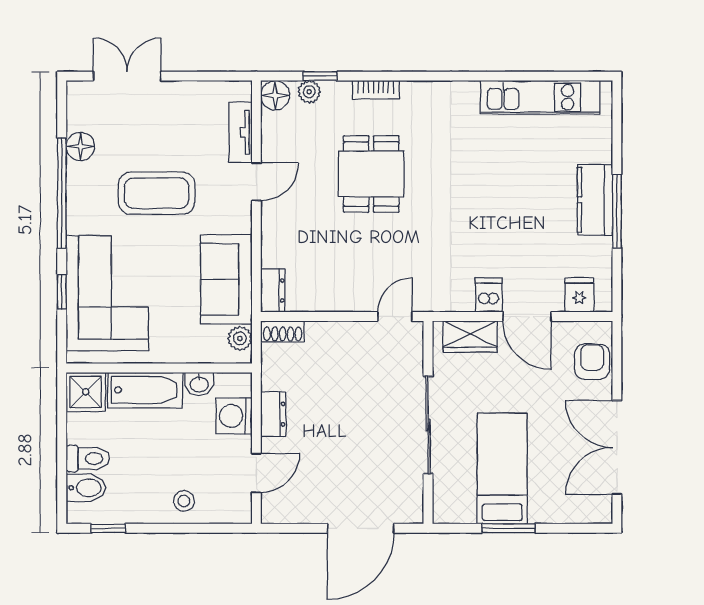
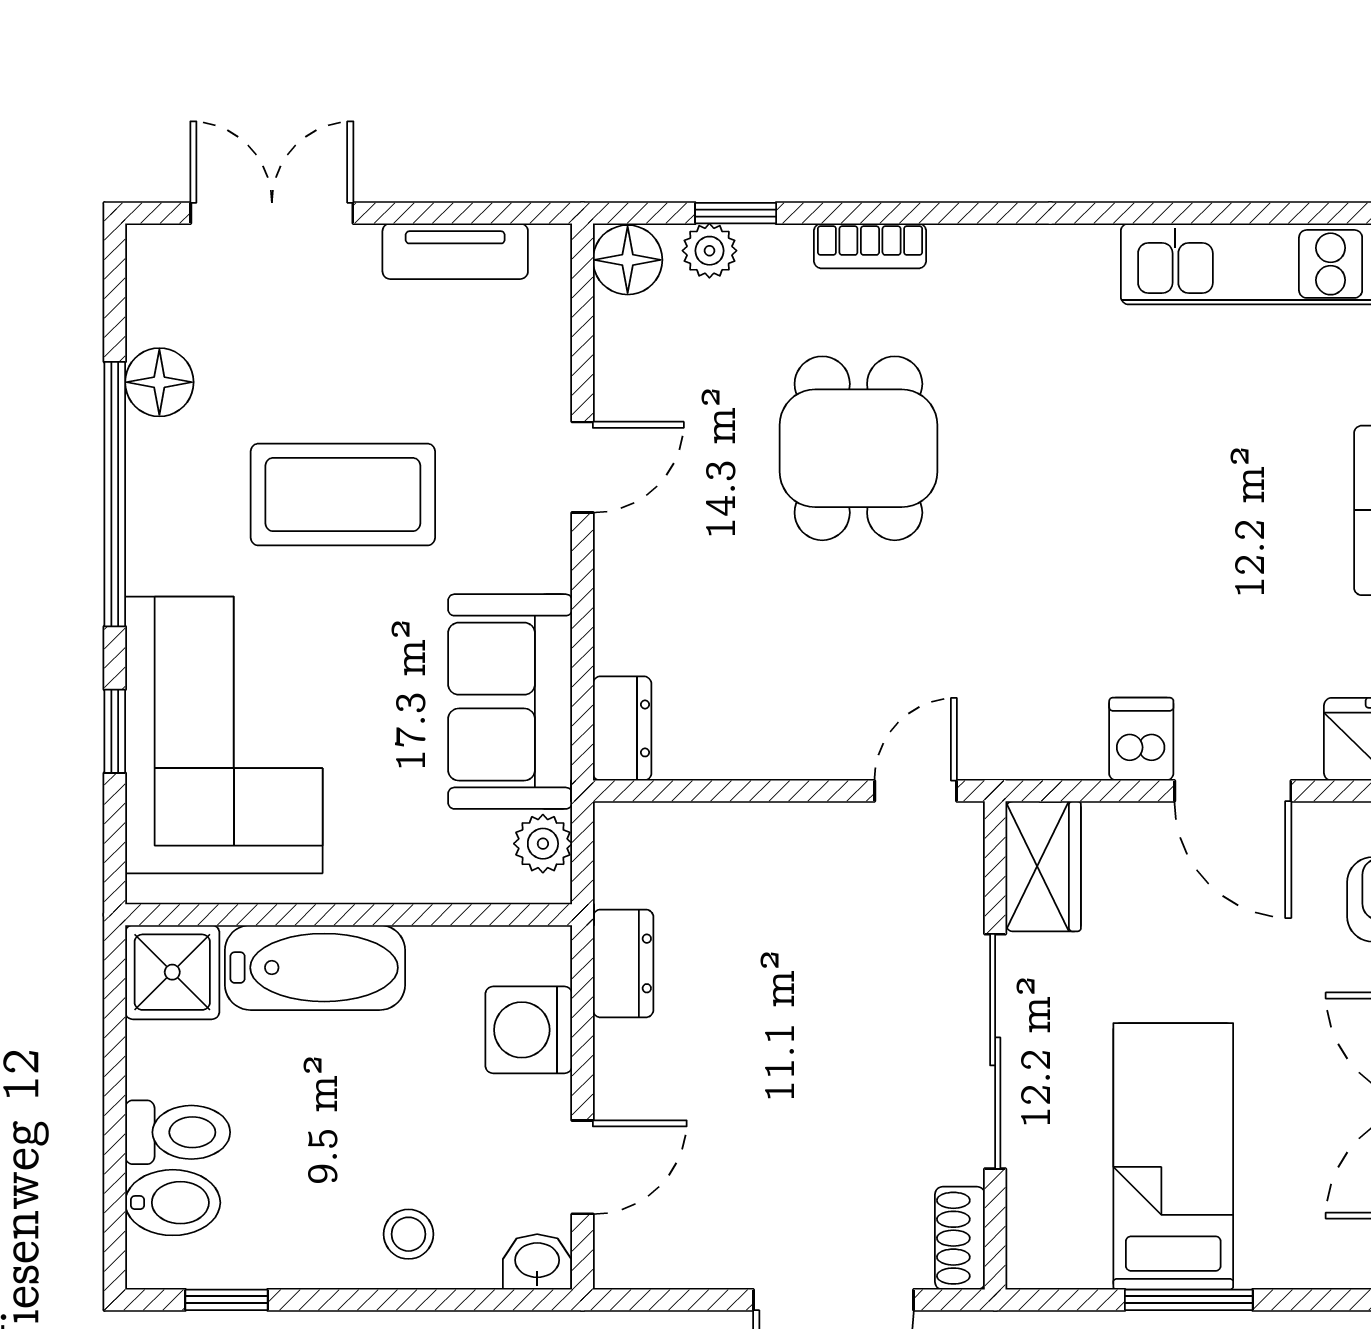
tv unit: (240, 132) -> (455, 251), moved, turned -90
shoe rack: (283, 331) -> (960, 1238), moved, turned 90
wardrobe: (470, 337) -> (1043, 866), moved, turned -90
washbasin: (199, 384) -> (537, 1262), moved, turned 180
dresser: (273, 414) -> (623, 963), moved

